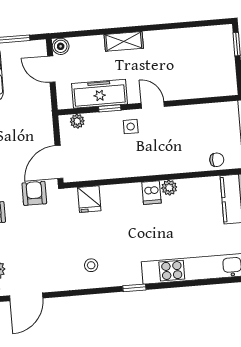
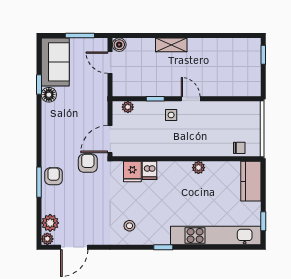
freezer: (100, 94) -> (148, 86), removed
dishwasher: (151, 193) -> (150, 170), moved

